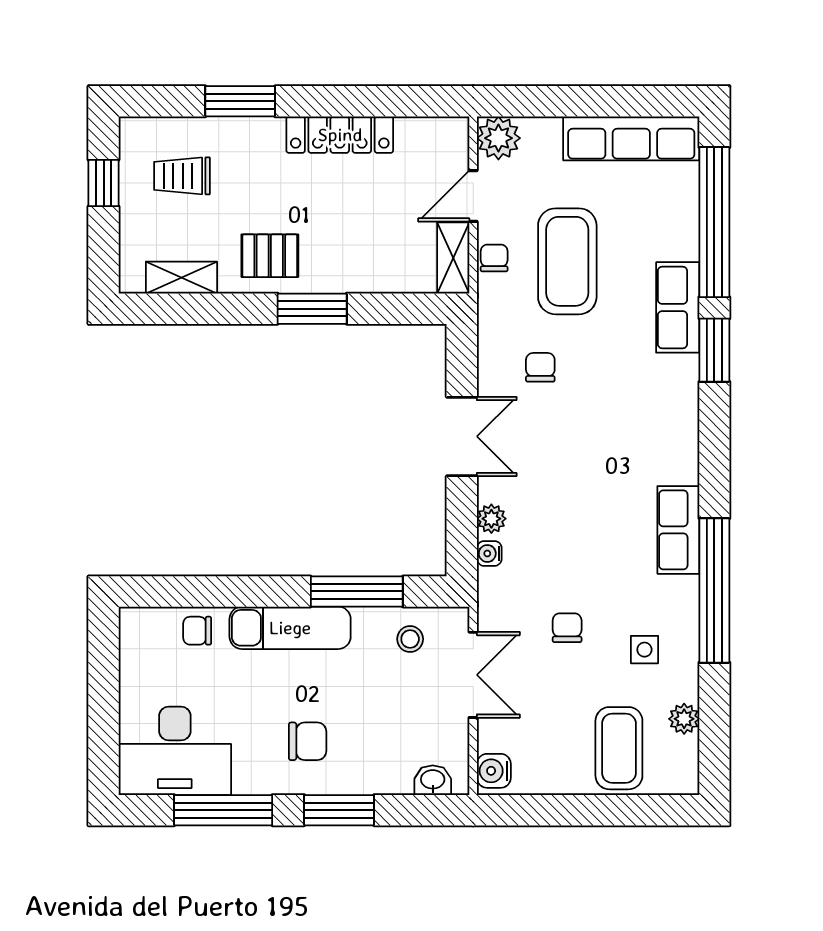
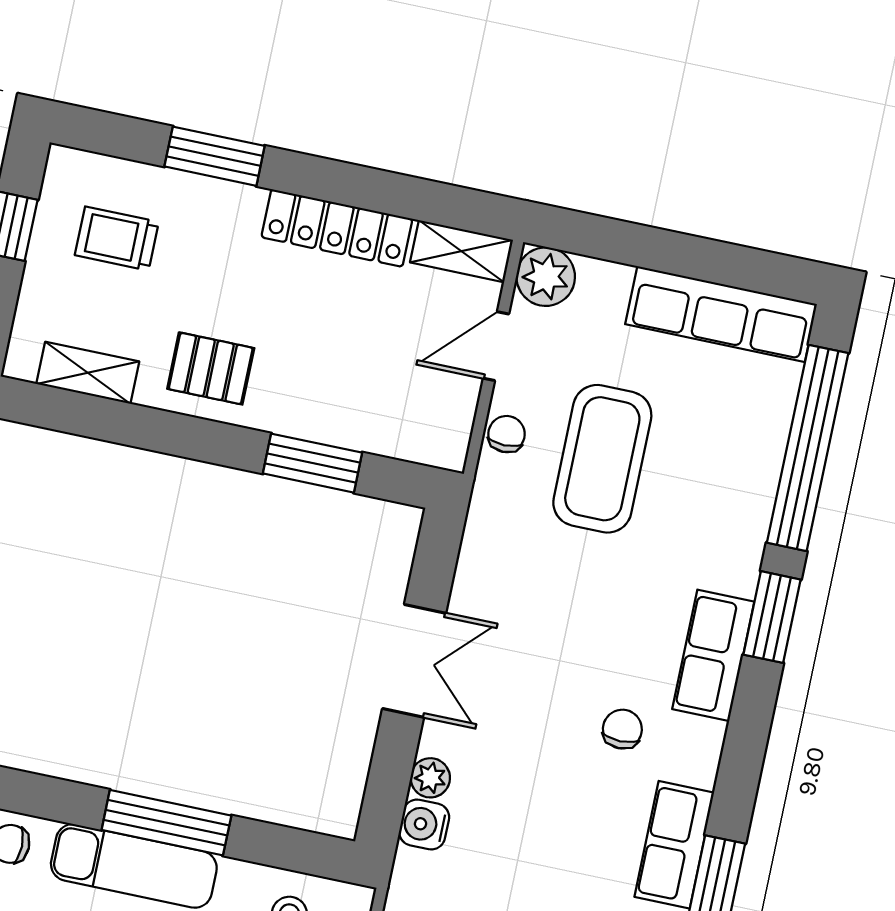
shelving: (453, 258) -> (462, 251), moved, turned 90
row of seats: (678, 307) -> (713, 655), moved
window: (312, 309) -> (312, 463), moved
chair: (540, 367) -> (622, 729), moved
water cooler: (489, 553) -> (424, 825), width x1.38, depth x1.38
window: (357, 591) -> (166, 823), moved

